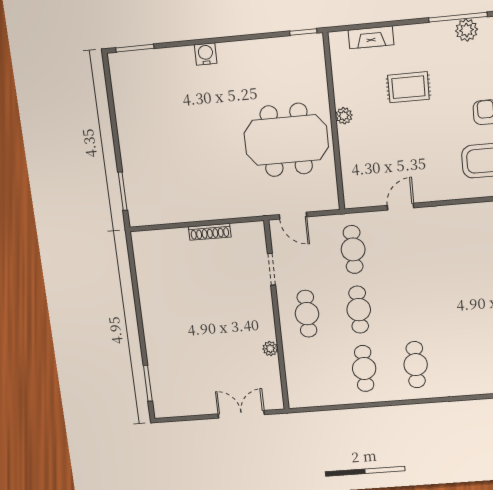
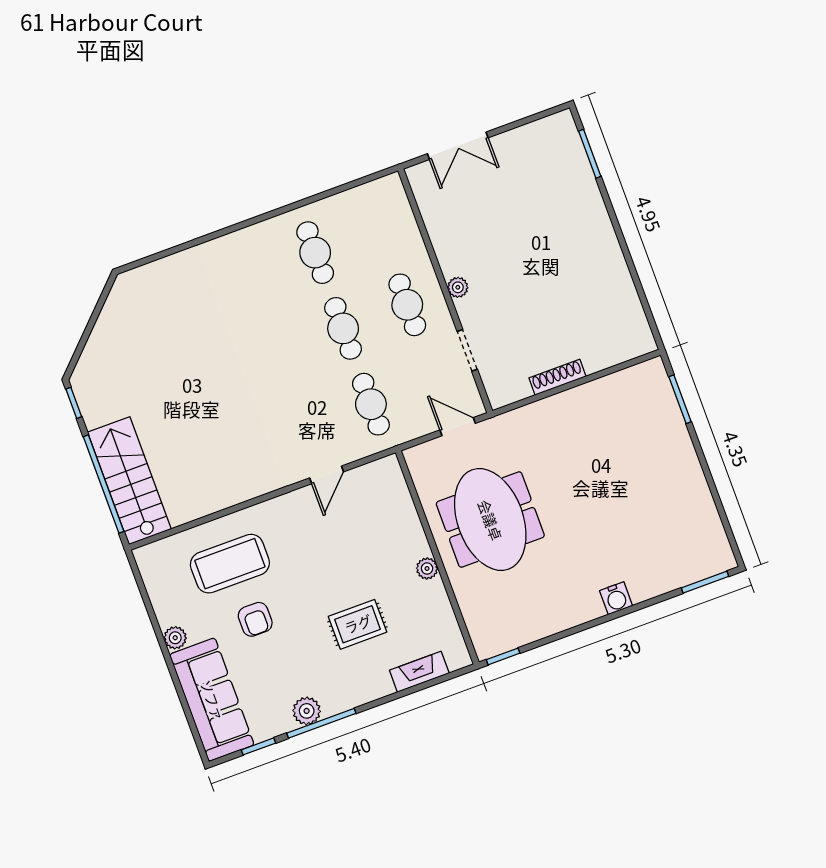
meeting table: (286, 140) -> (490, 520), turned 90
plant: (270, 349) -> (458, 287), moved
cafe table: (416, 365) -> (251, 276), removed

